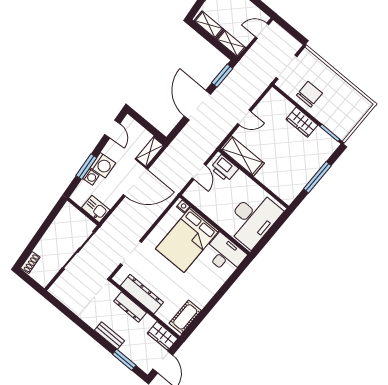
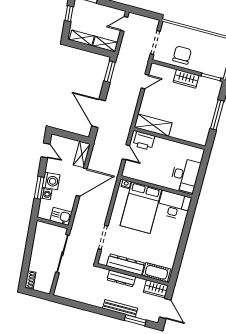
door: (197, 105) -> (98, 113), moved
door: (244, 118) -> (145, 81), moved
desk: (253, 219) -> (185, 175), width x0.73, depth x0.77
cot: (185, 317) -> (156, 272), moved, turned 90
bench: (110, 335) -> (120, 308), width x1.36

